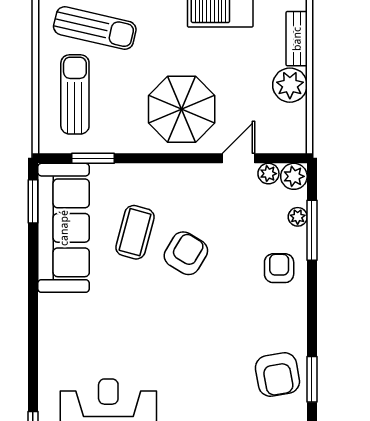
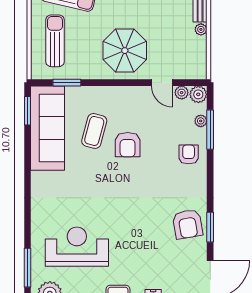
plant: (290, 85) -> (201, 29), width x0.53, depth x0.53
door: (239, 158) -> (162, 83), swing flipped
armchair: (186, 253) -> (128, 145), turned 149

